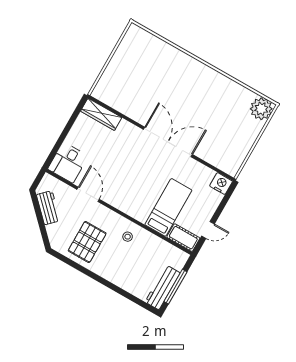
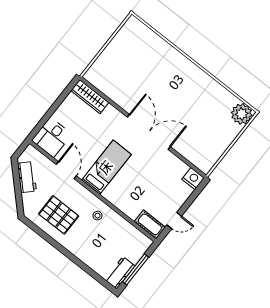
bed: (168, 207) -> (106, 167), moved
pallet: (87, 242) -> (59, 215), turned 90
workbench: (163, 287) -> (120, 273), width x0.73

